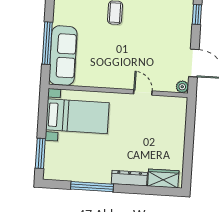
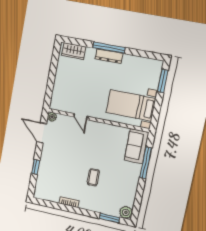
sofa: (63, 56) -> (137, 146), width x0.73
dresser: (129, 178) -> (109, 56), moved
window: (92, 187) -> (109, 48), moved

